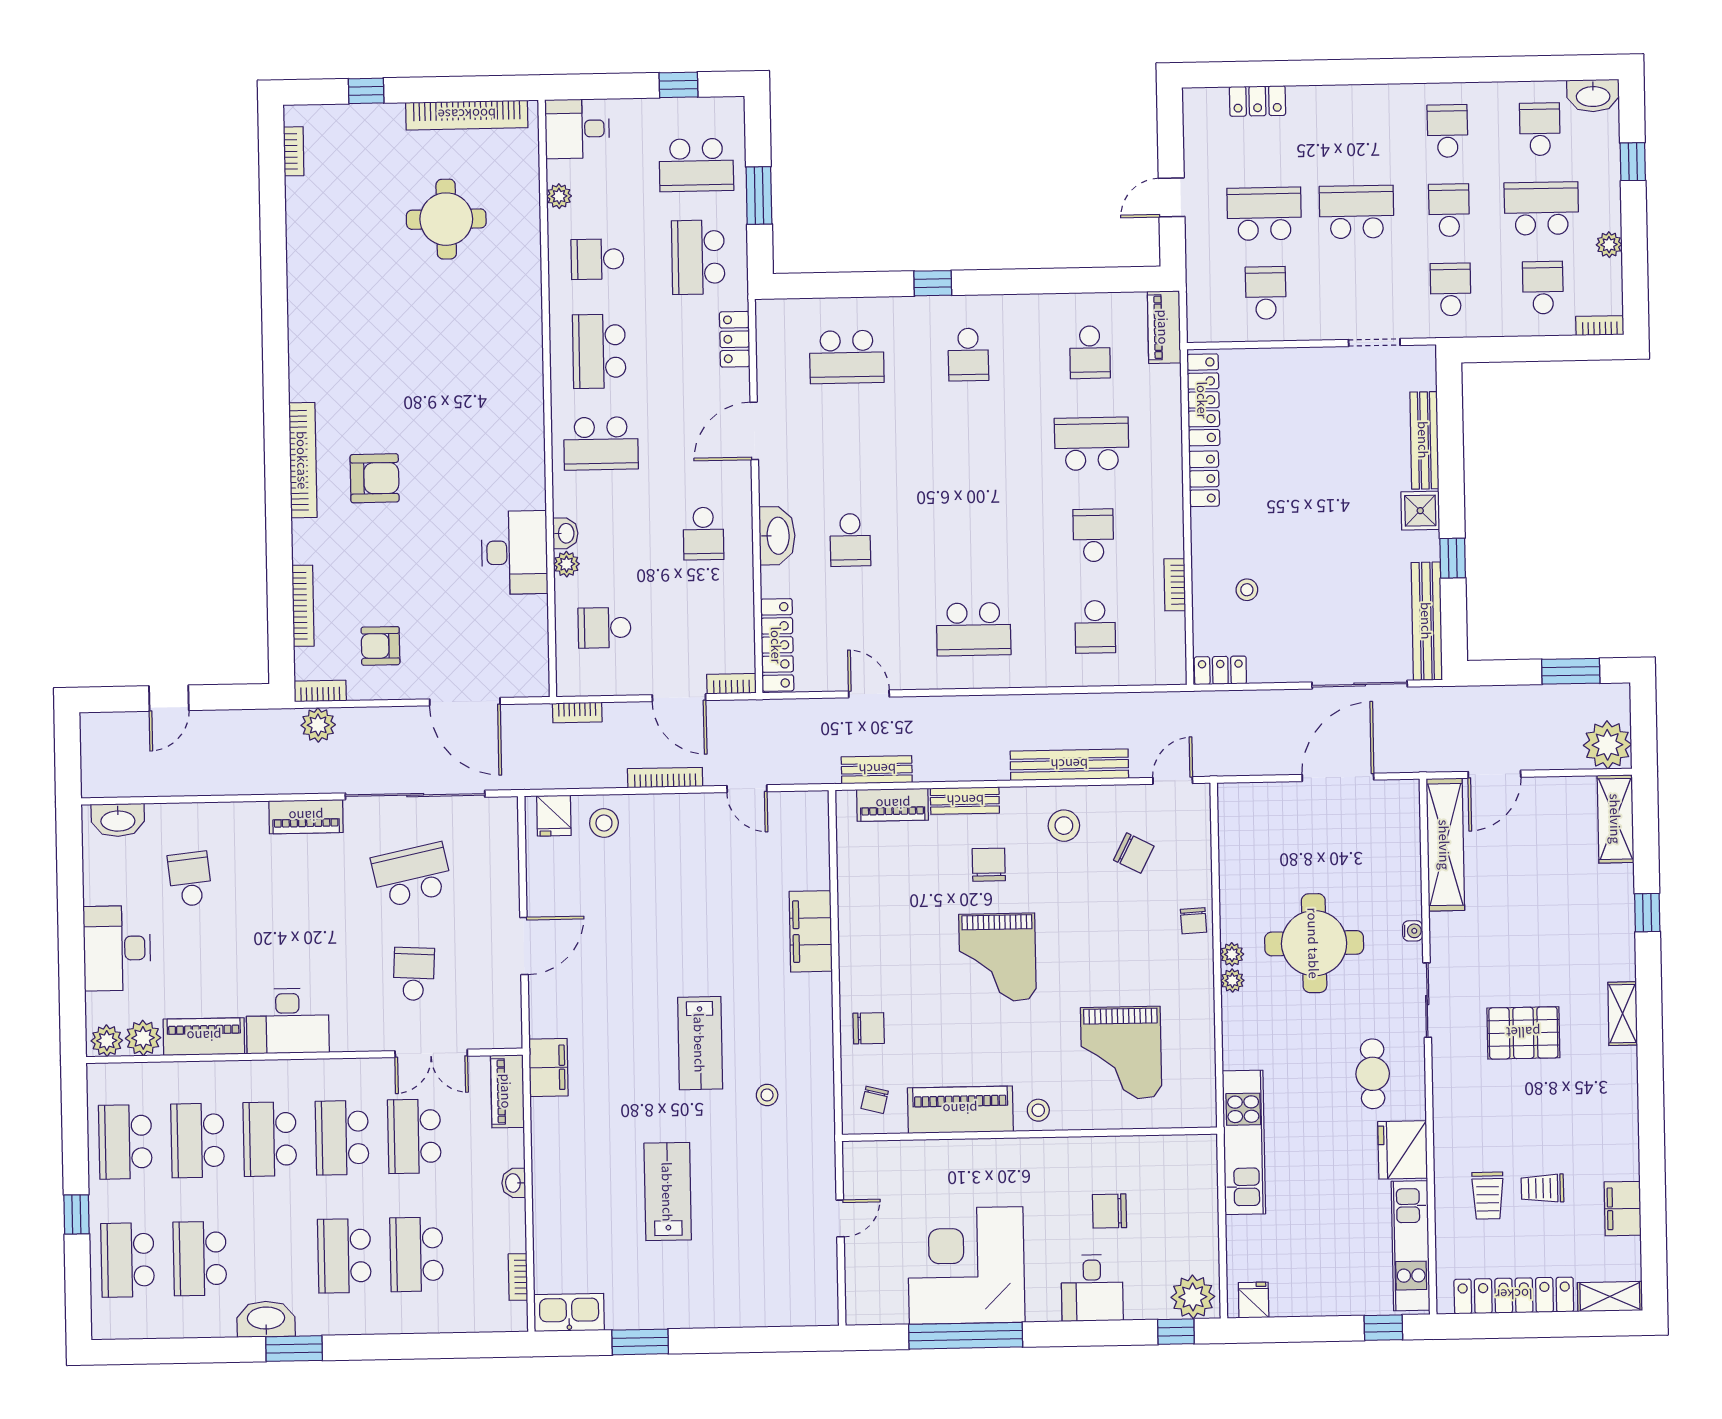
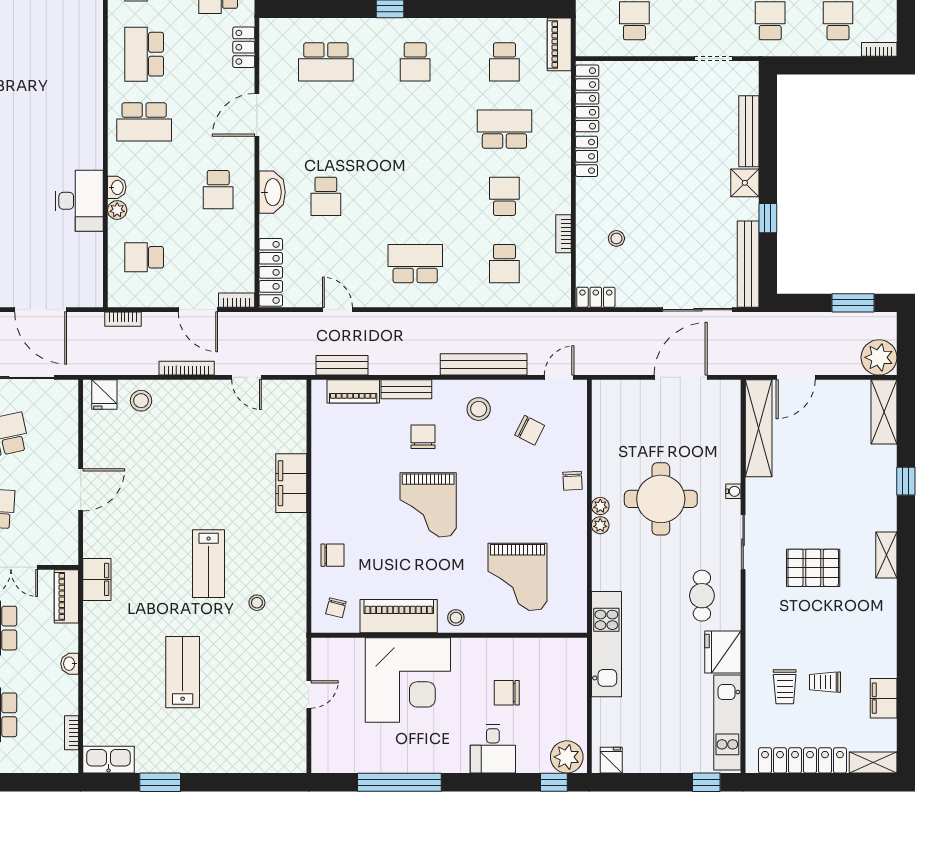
school desk: (974, 629) -> (415, 264), turned 180
corner desk: (966, 1265) -> (408, 680), moved, turned 180

